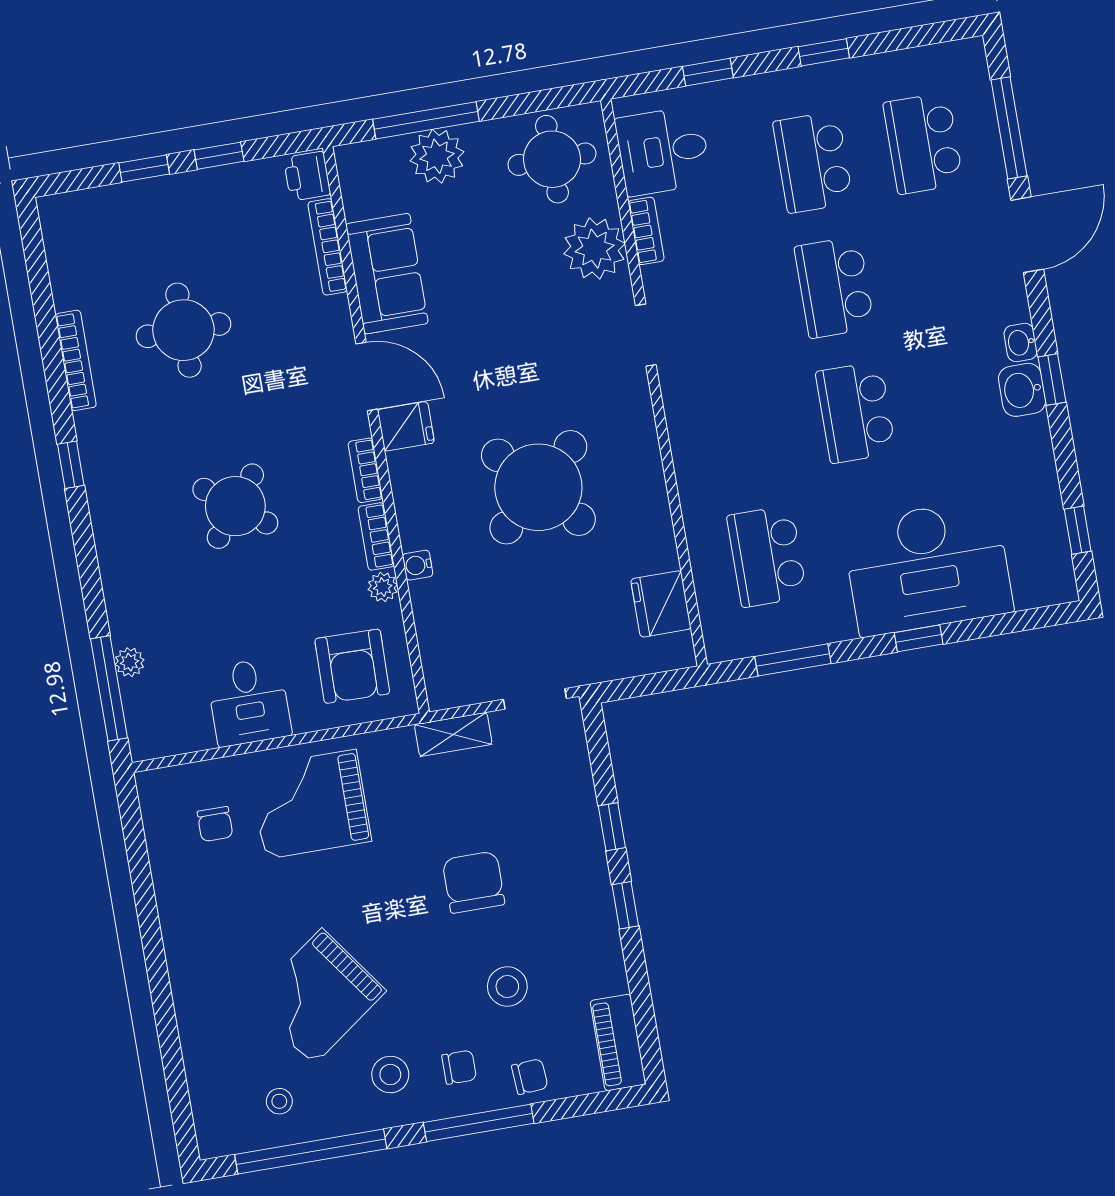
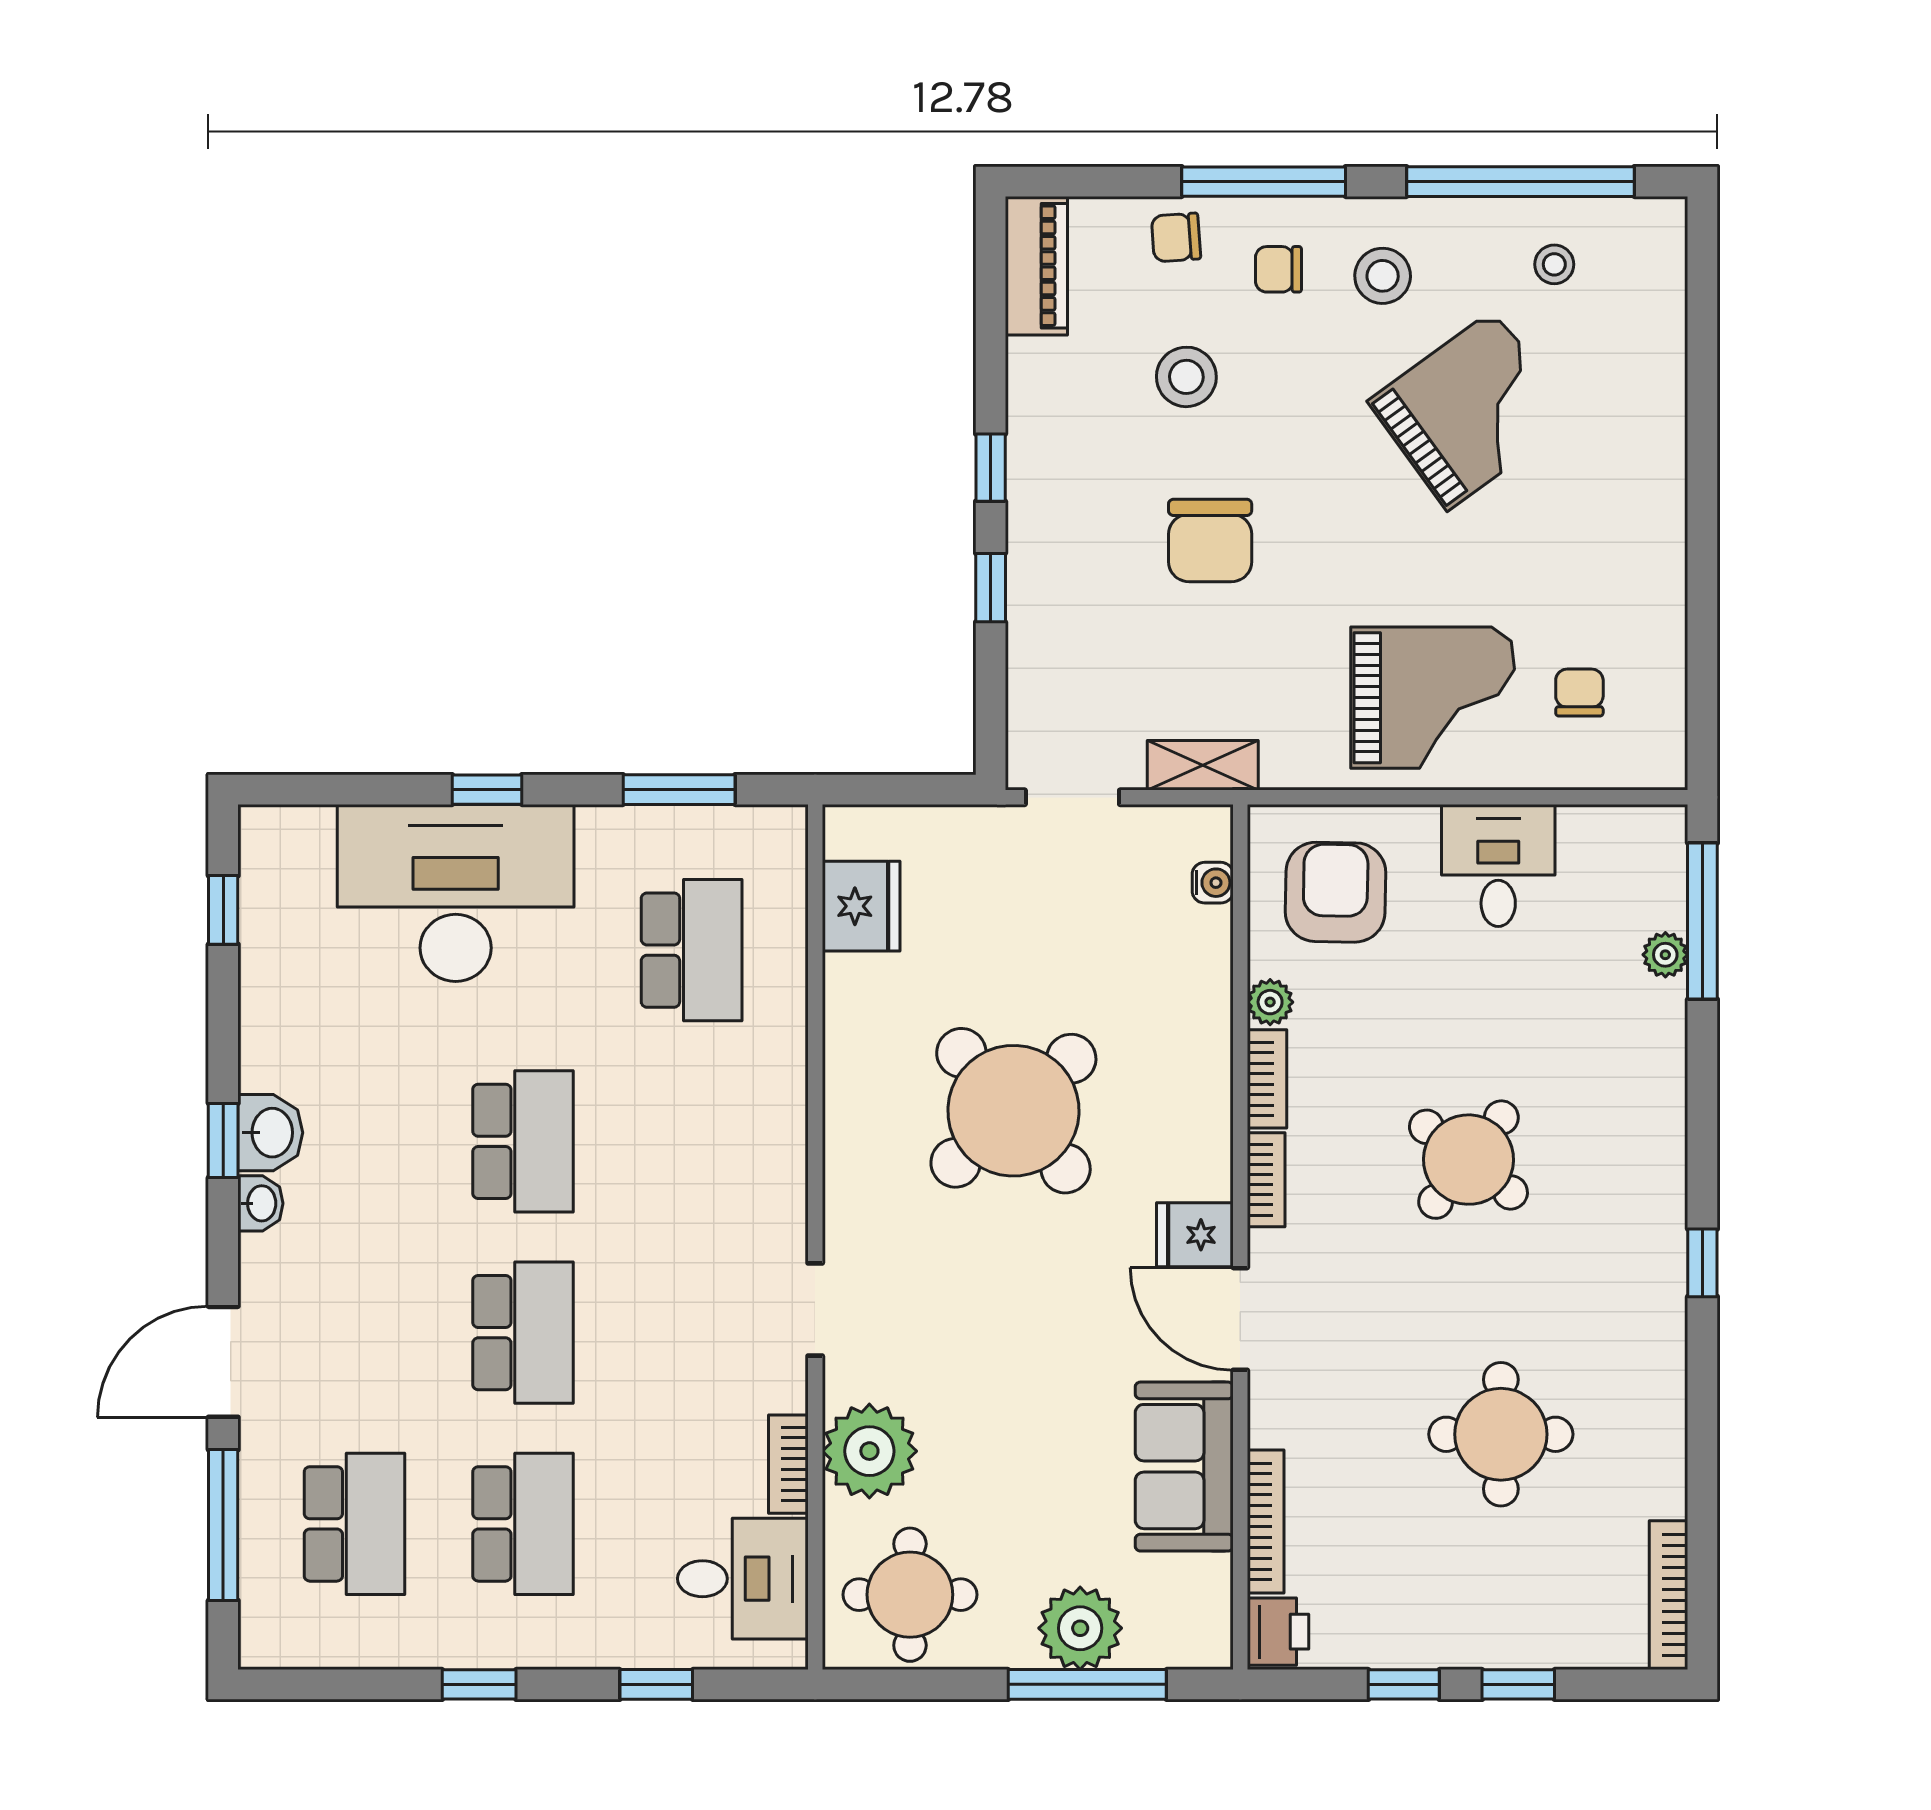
bookcase: (76, 360) -> (1669, 1595), moved
water cooler: (418, 565) -> (1213, 883), moved

